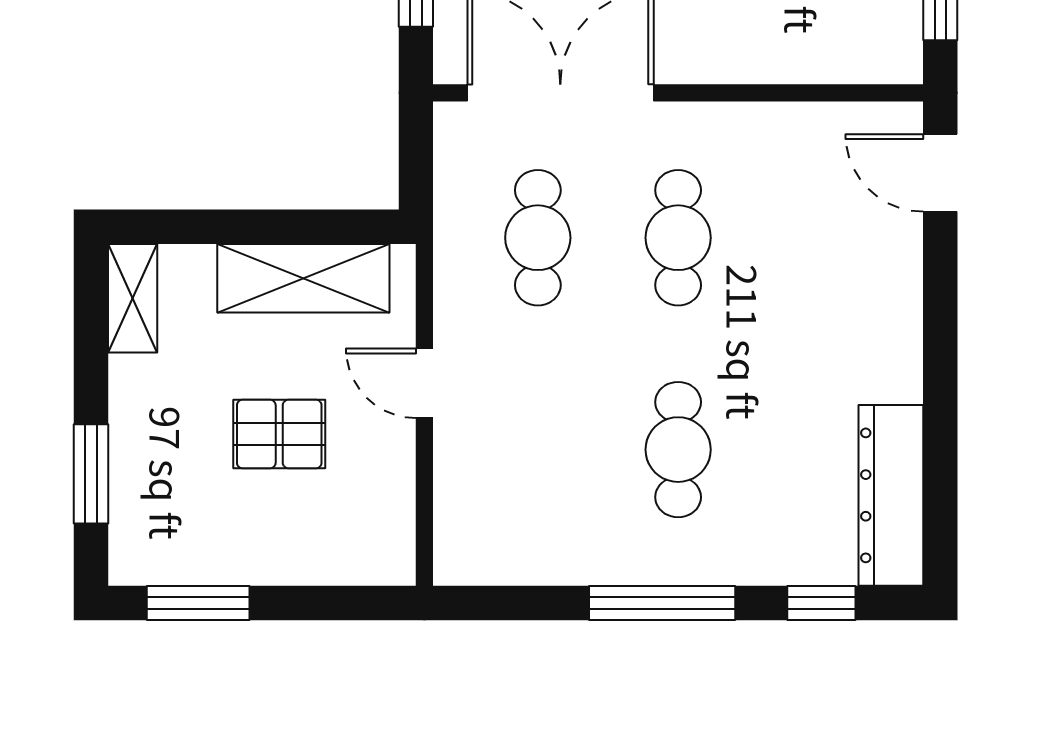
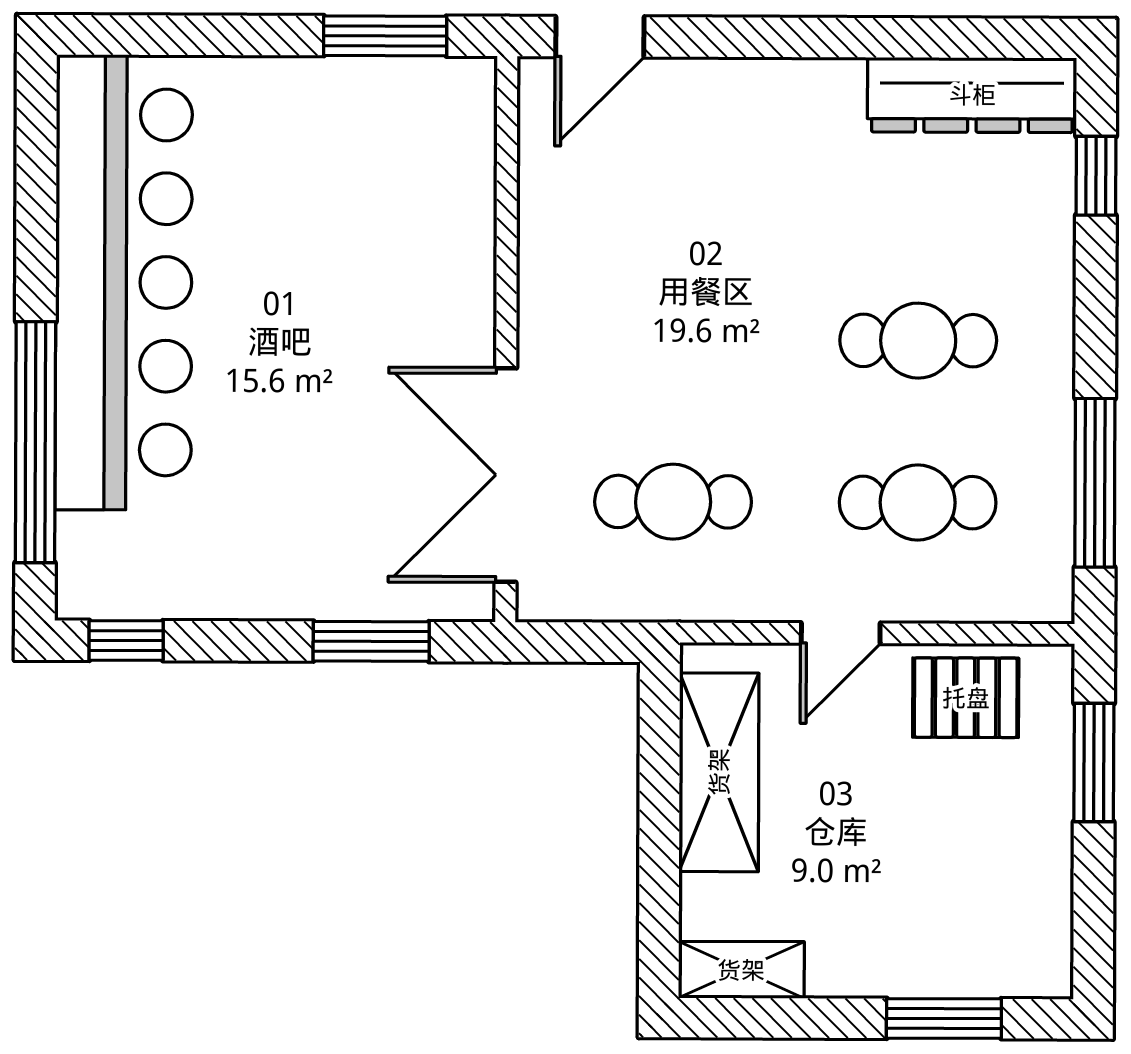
cafe table: (678, 238) -> (918, 502), moved
pallet: (279, 434) -> (966, 698), moved, turned 90
window: (198, 603) -> (1094, 762), moved
window: (662, 603) -> (1095, 483), moved

